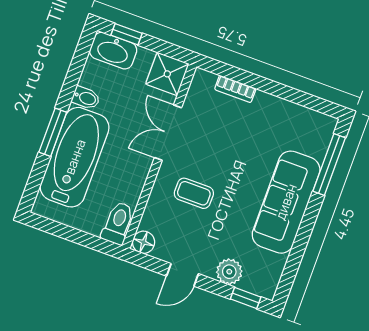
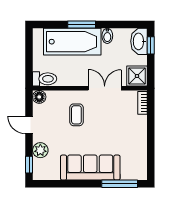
bookcase: (235, 89) -> (142, 103), moved

